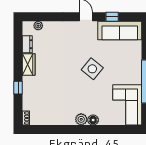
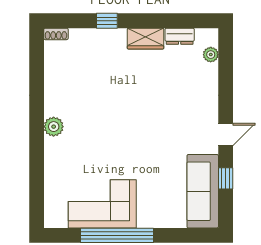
side table: (92, 69) -> (138, 145), removed
corner sofa: (127, 105) -> (102, 204), moved
floor lamp: (93, 120) -> (53, 147), removed

